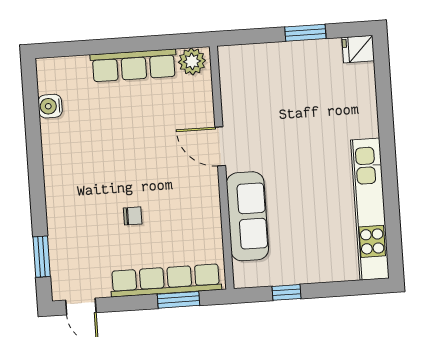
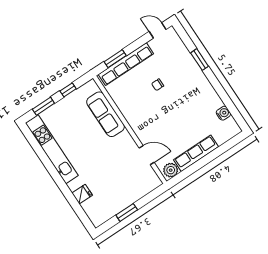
fridge: (358, 49) -> (82, 194), moved
door: (220, 146) -> (147, 155), moved
window: (42, 257) -> (199, 60), moved
window: (343, 289) -> (43, 106), added

